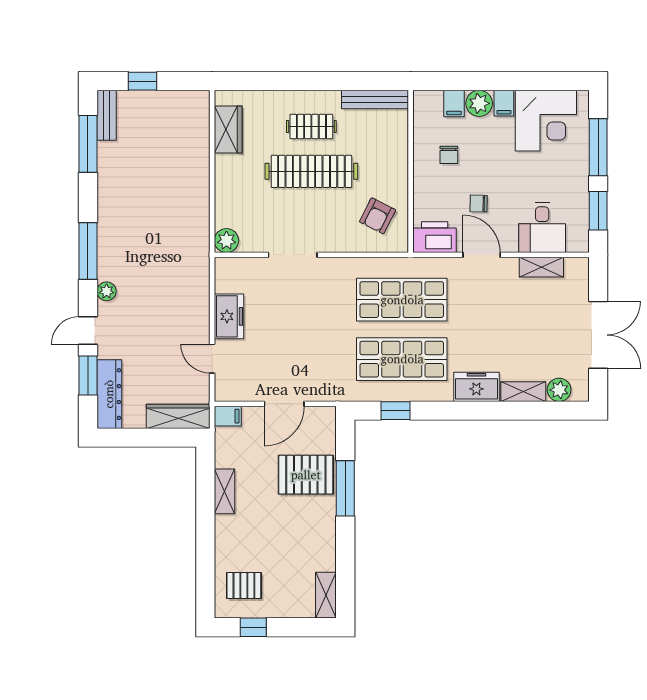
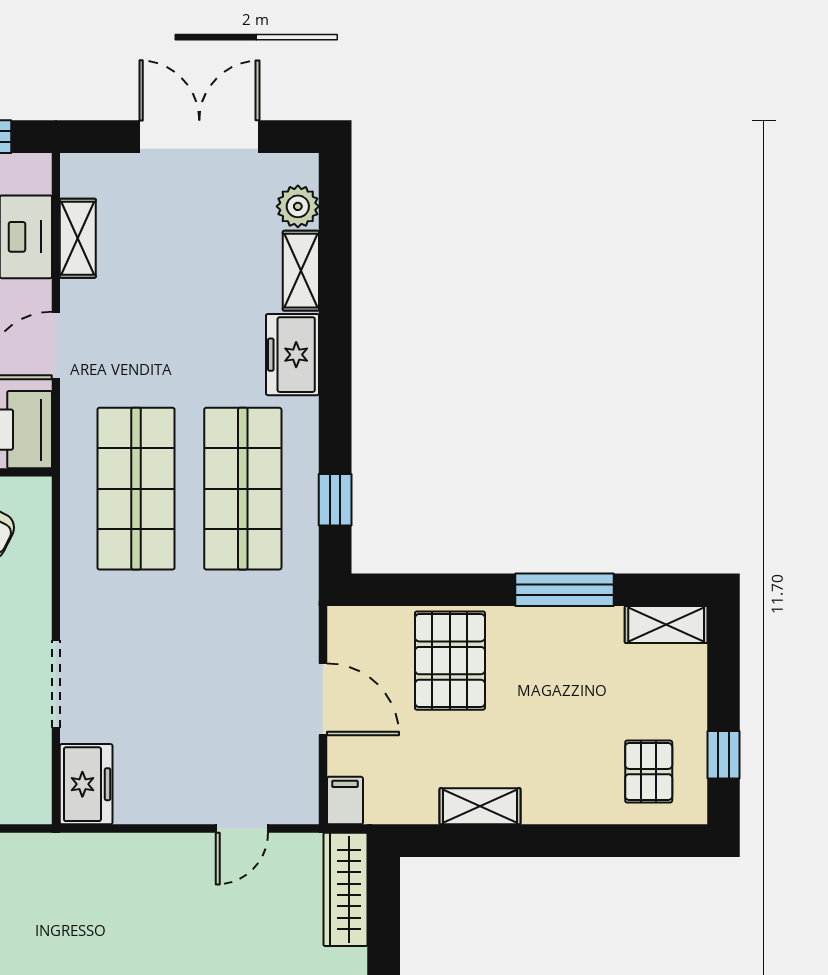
plant: (226, 241) -> (30, 803), removed
freezer: (229, 316) -> (86, 784), moved, turned 90
window: (345, 488) -> (564, 590), moved

